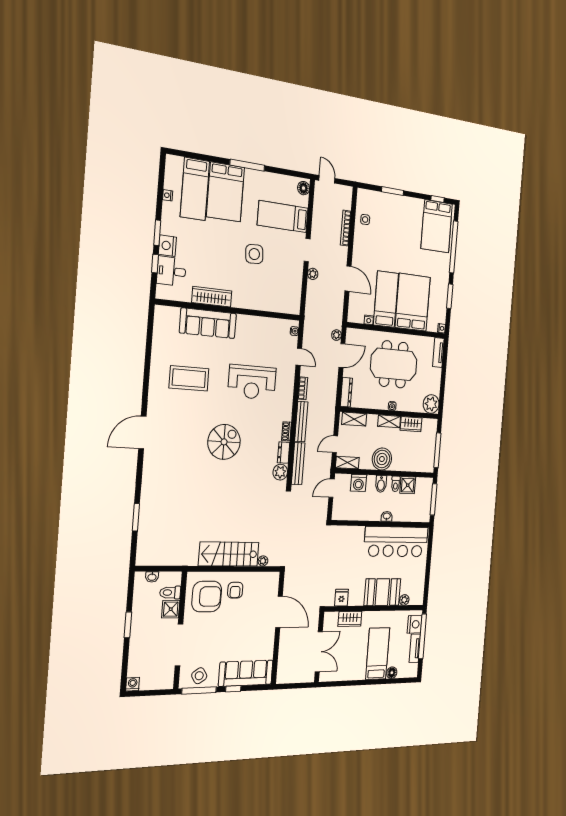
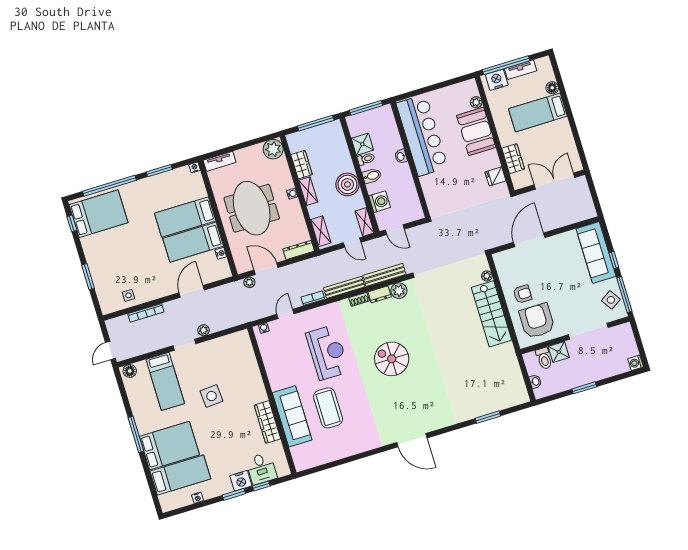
bed: (413, 302) -> (185, 217), width x0.67
coffee table: (189, 378) -> (328, 408), moved

